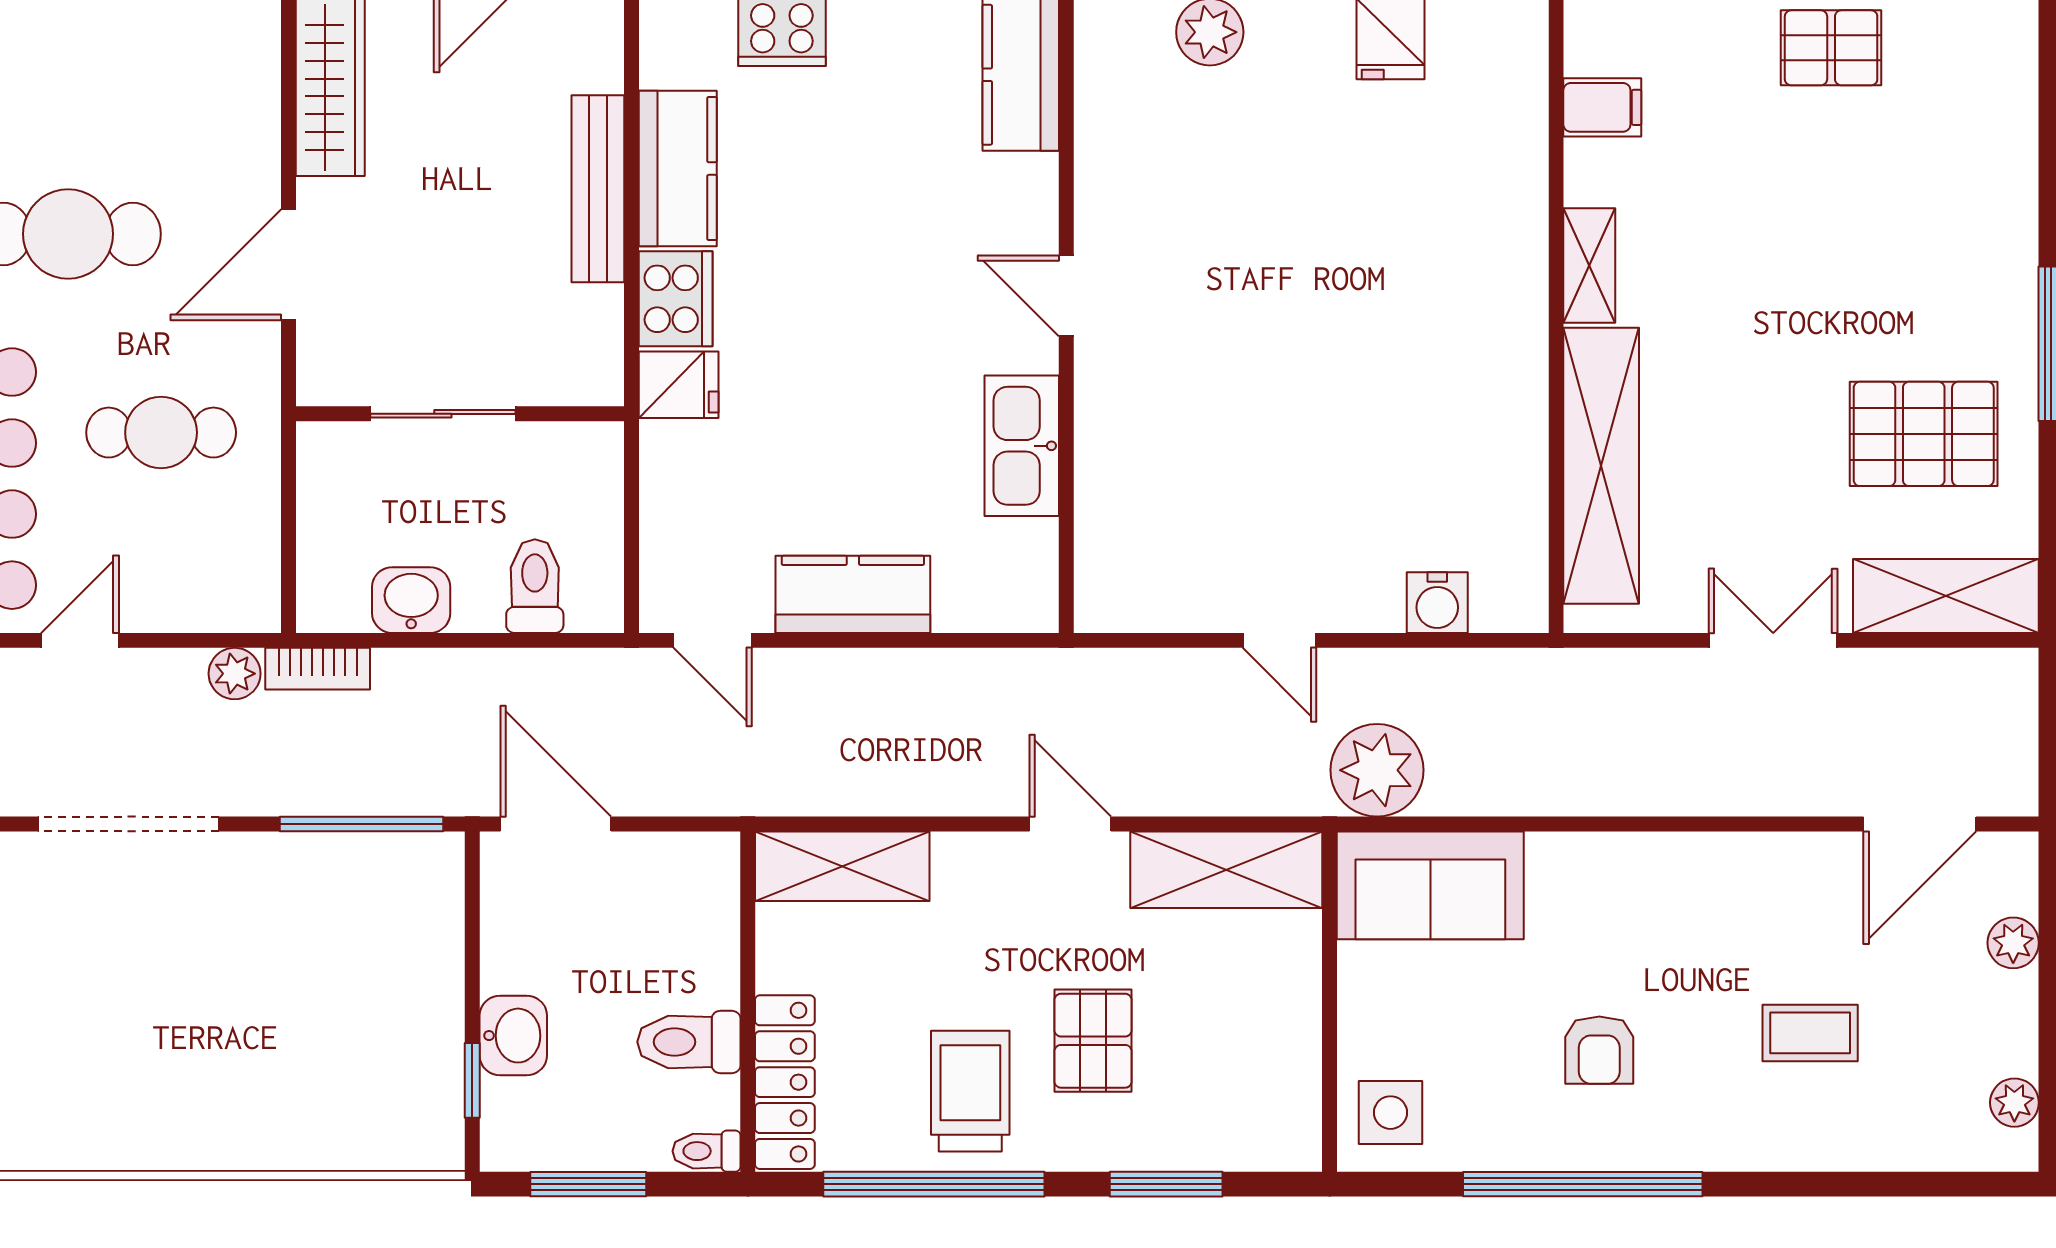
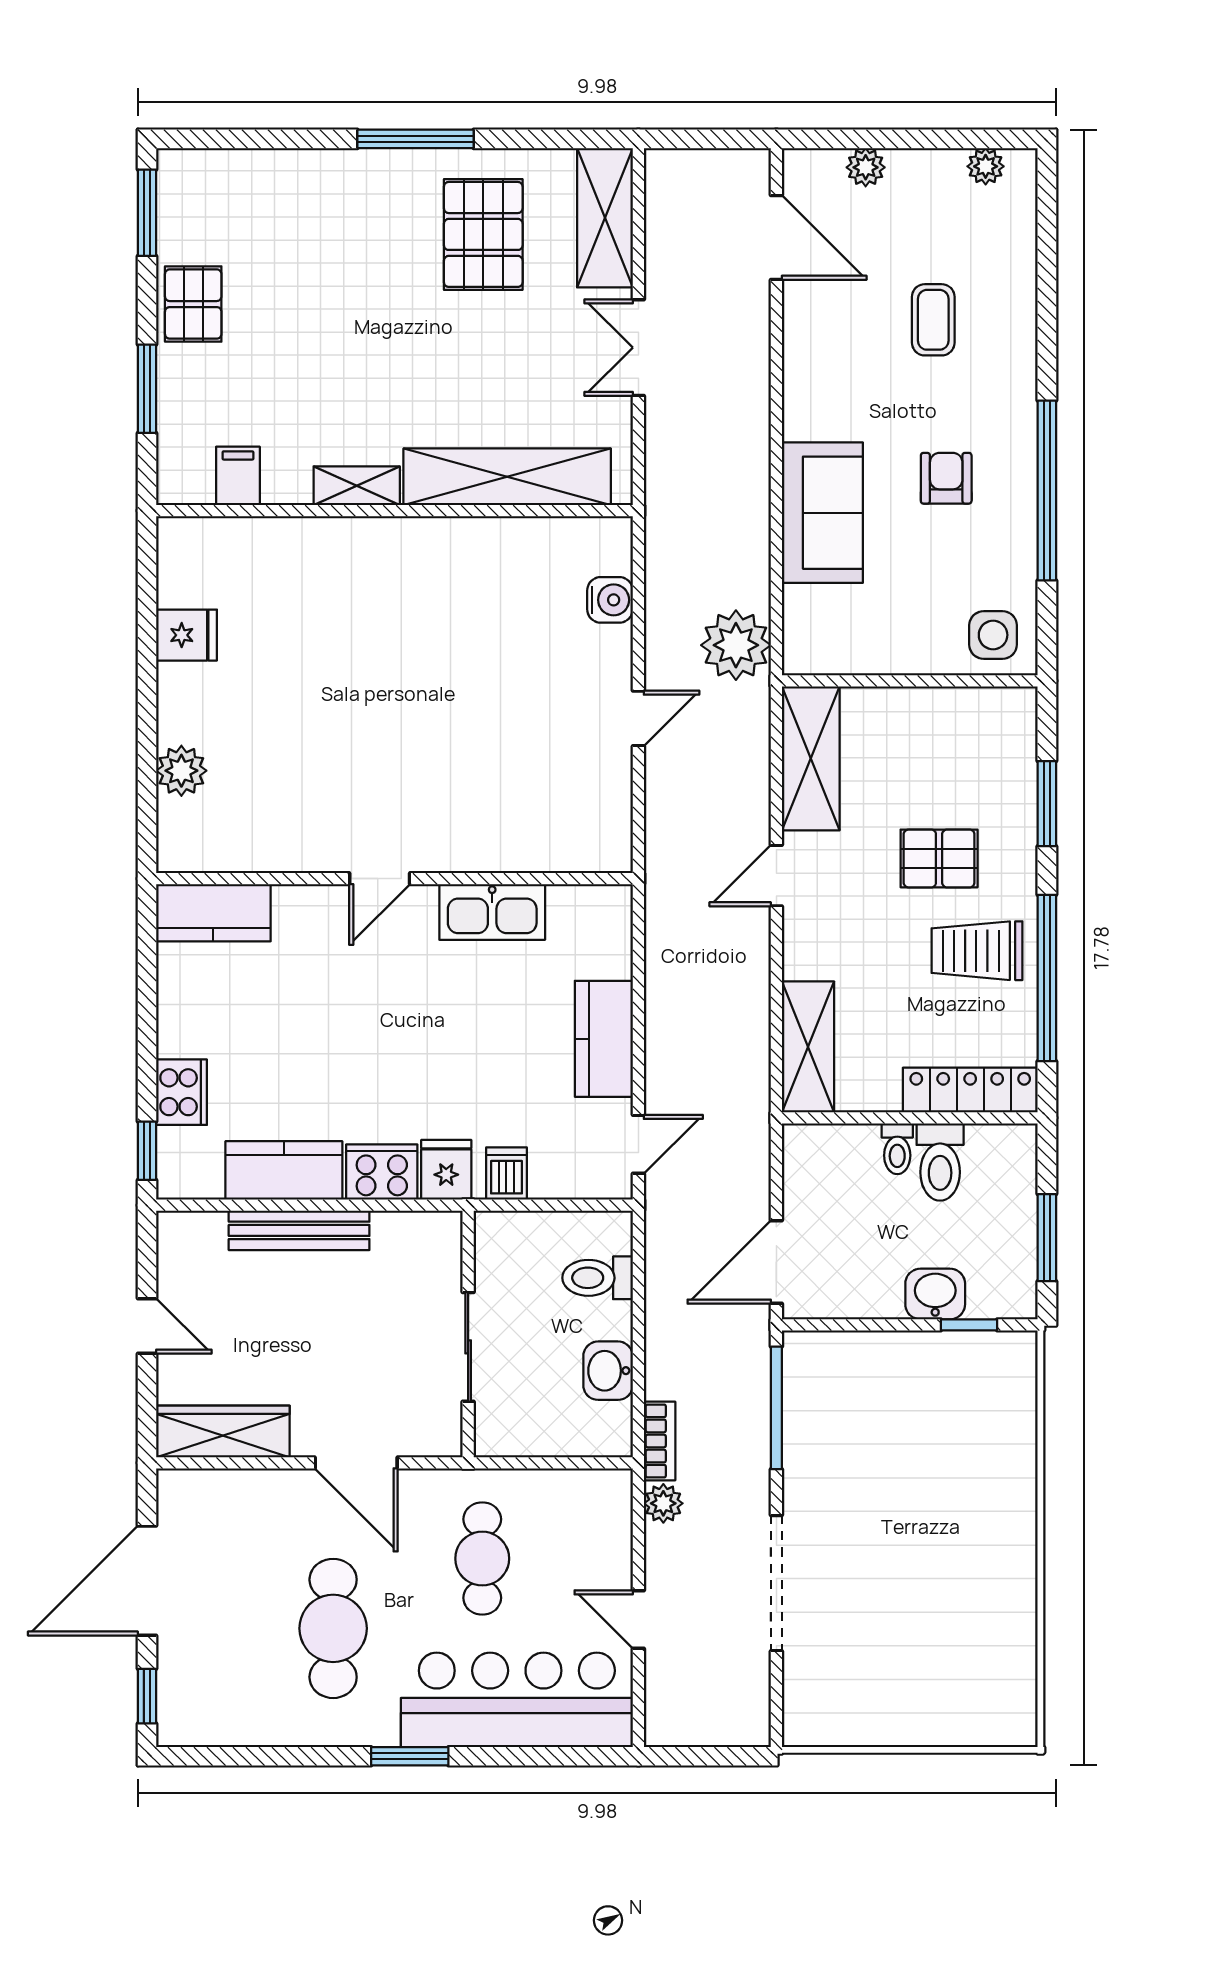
dishwasher: (674, 465) -> (506, 1174), added
sofa: (1430, 885) -> (822, 513), moved
armchair: (1599, 1050) -> (946, 478), turned -90
toilet: (707, 1151) -> (897, 1149), moved

